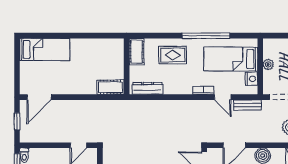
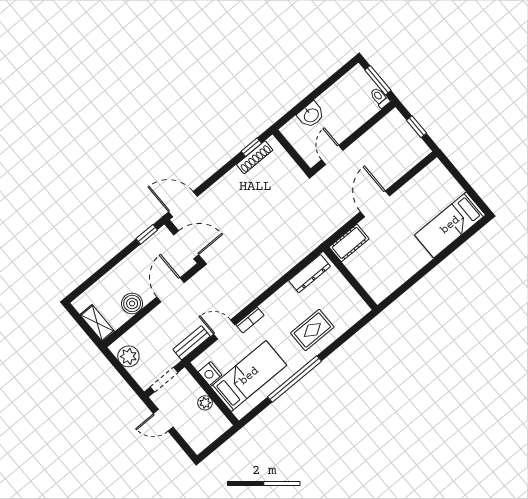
cot: (137, 52) -> (353, 302), removed
door: (39, 97) -> (375, 204), moved

